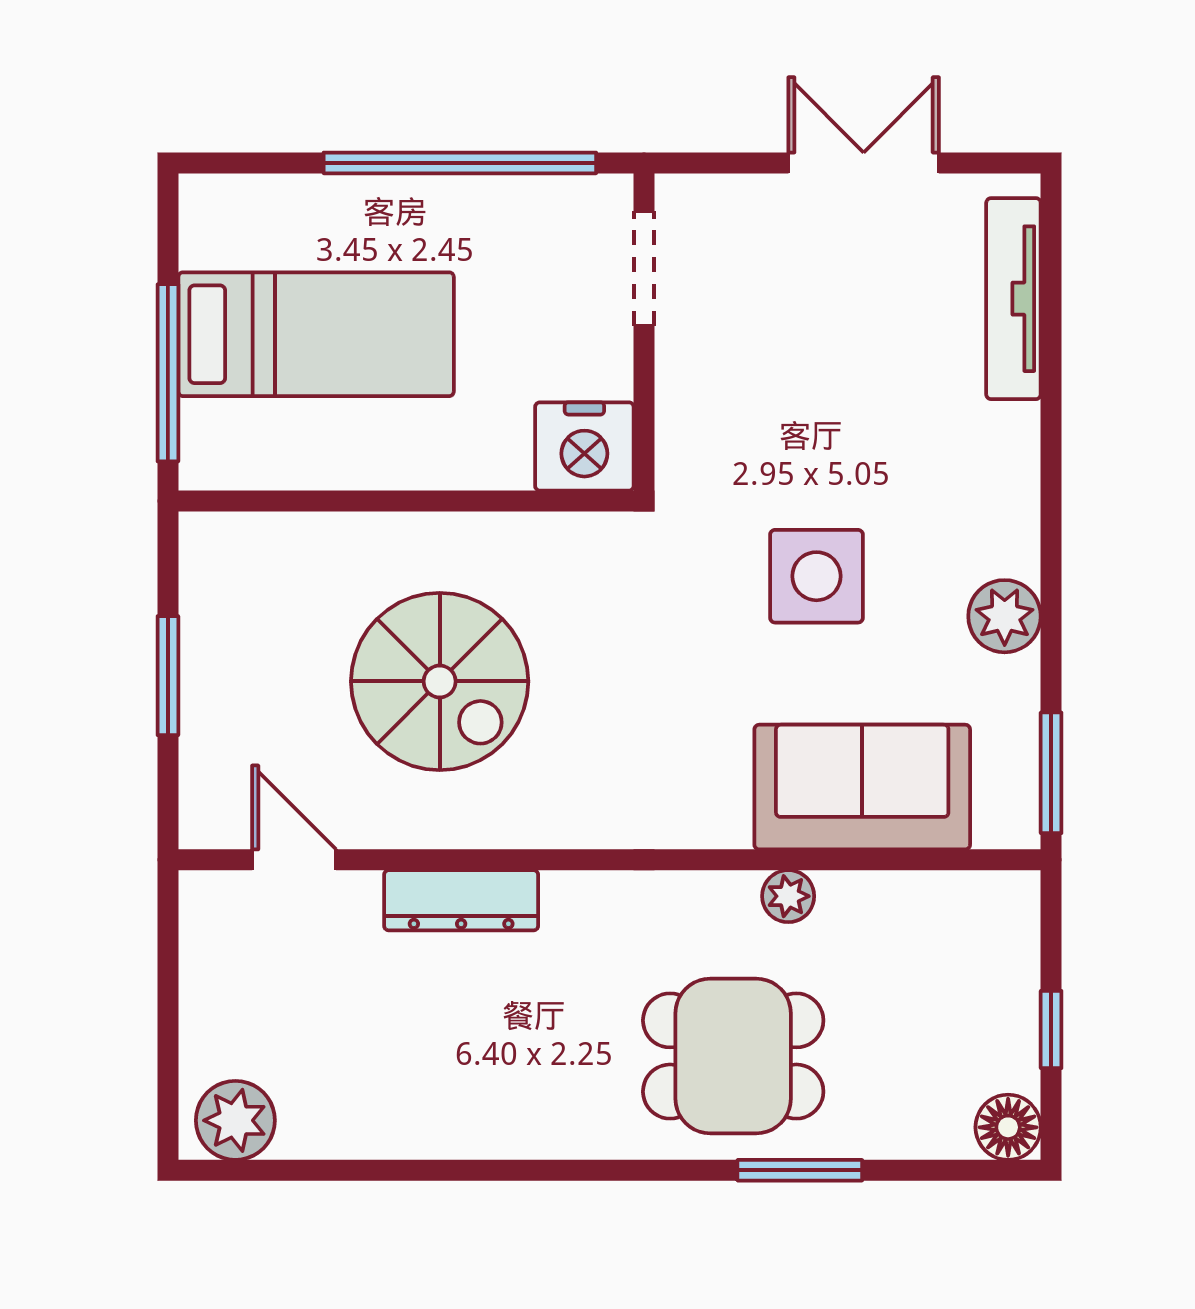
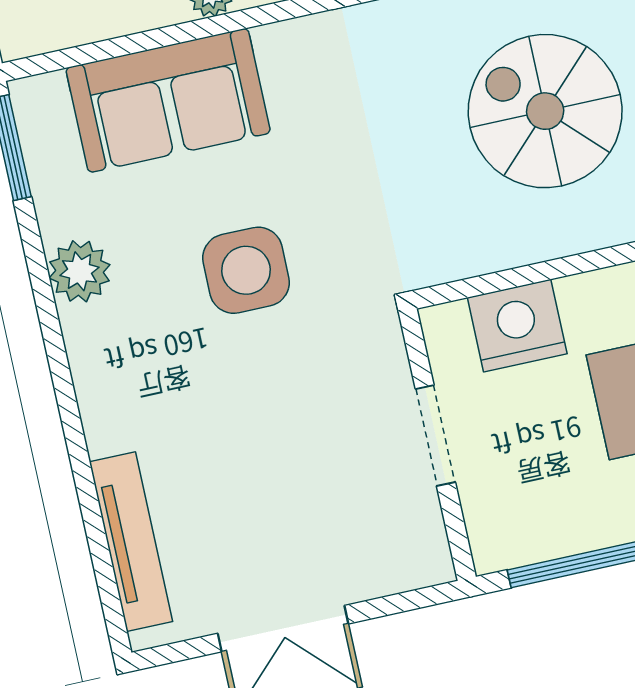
doorway: (644, 269) -> (435, 435), moved
nightstand: (584, 446) -> (517, 326), moved

